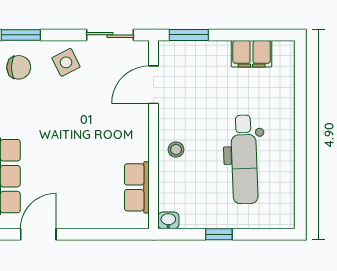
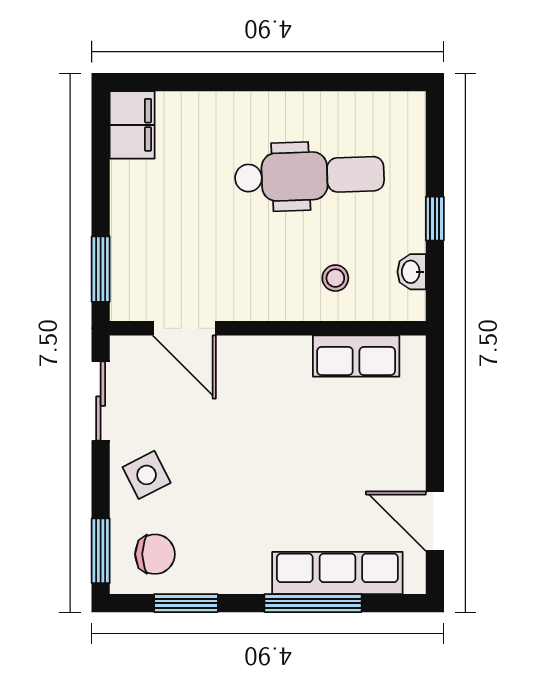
filing cabinet: (252, 54) -> (132, 125), moved
chair: (19, 67) -> (155, 554), turned 90
stool: (176, 150) -> (335, 278), moved
washbasin: (168, 220) -> (412, 272), moved

